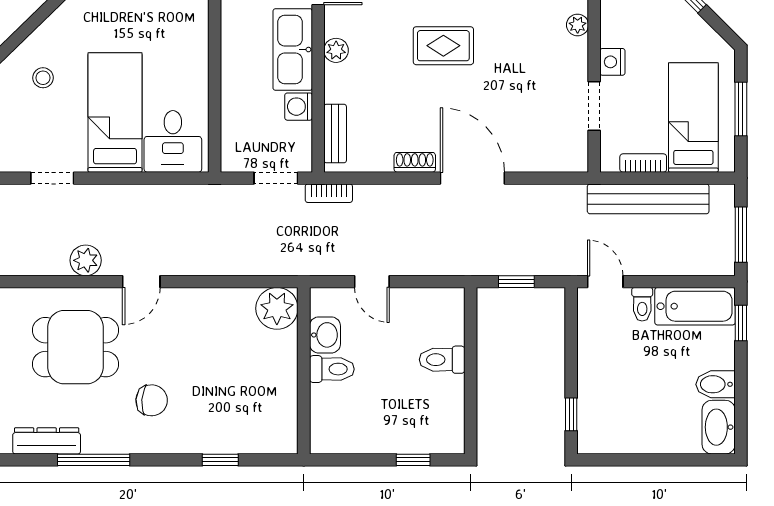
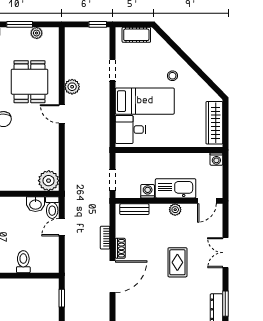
stool: (43, 78) -> (172, 76), moved
bookcase: (329, 193) -> (105, 238), moved
toilet: (332, 369) -> (52, 208), moved

